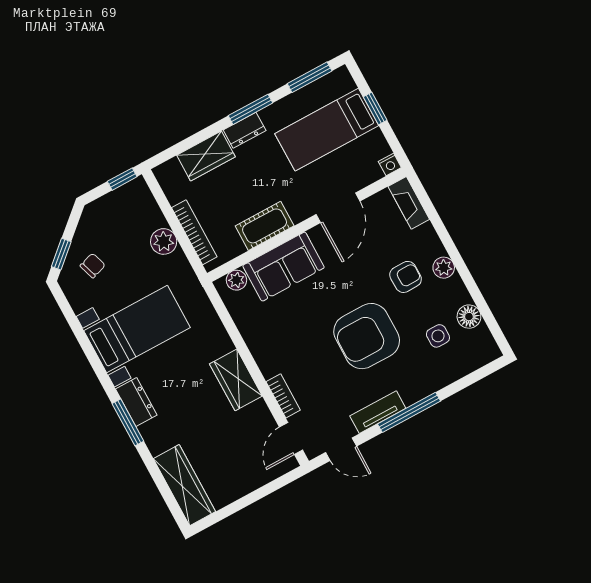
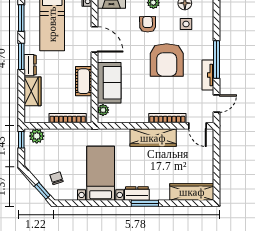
plant: (164, 241) -> (37, 136), moved
wardrobe: (236, 380) -> (153, 138), width x1.50
bookcase: (283, 396) -> (167, 118), width x1.56

